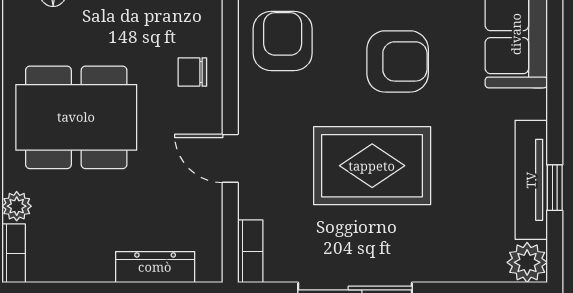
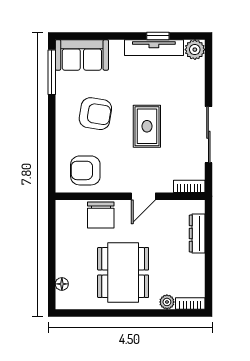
armchair: (398, 61) -> (95, 114), turned 99
chair: (192, 72) -> (101, 215), width x1.87, depth x1.87
rug: (372, 166) -> (147, 126), width x0.73, depth x0.70

